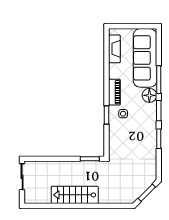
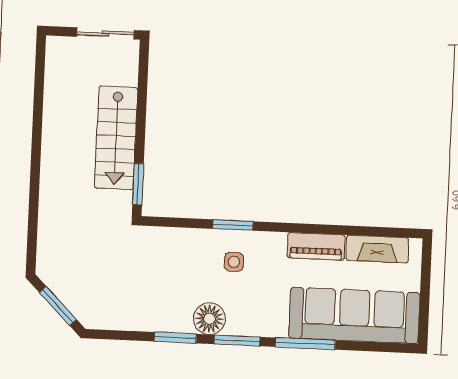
piano: (114, 92) -> (316, 246), moved
floor lamp: (149, 95) -> (209, 319), moved
stairs: (75, 195) -> (116, 138), moved, turned 180

